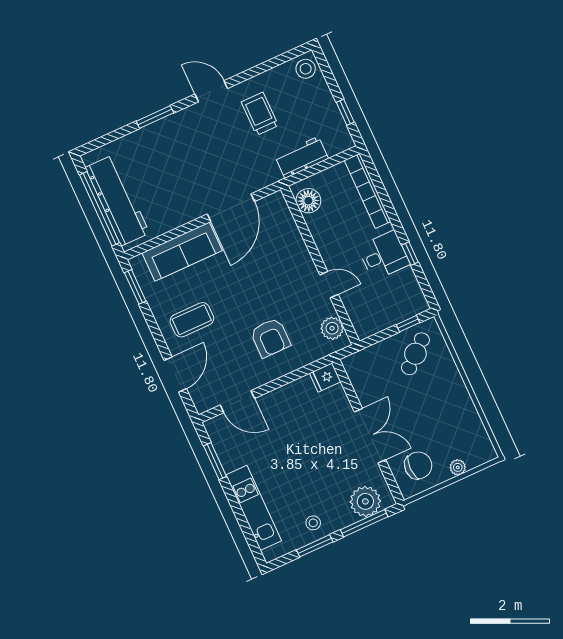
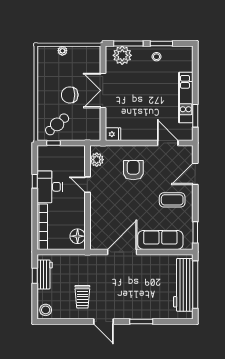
workbench: (302, 157) -> (45, 274), moved, turned -90
desk: (384, 255) -> (50, 187), width x1.37
chair: (418, 465) -> (70, 95), moved
kitchen unit: (254, 508) -> (186, 98), moved

